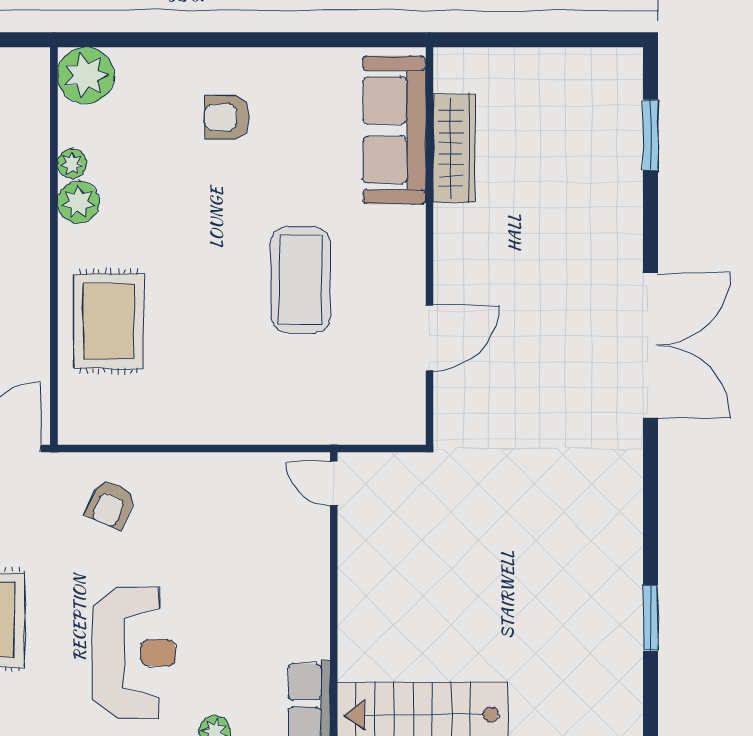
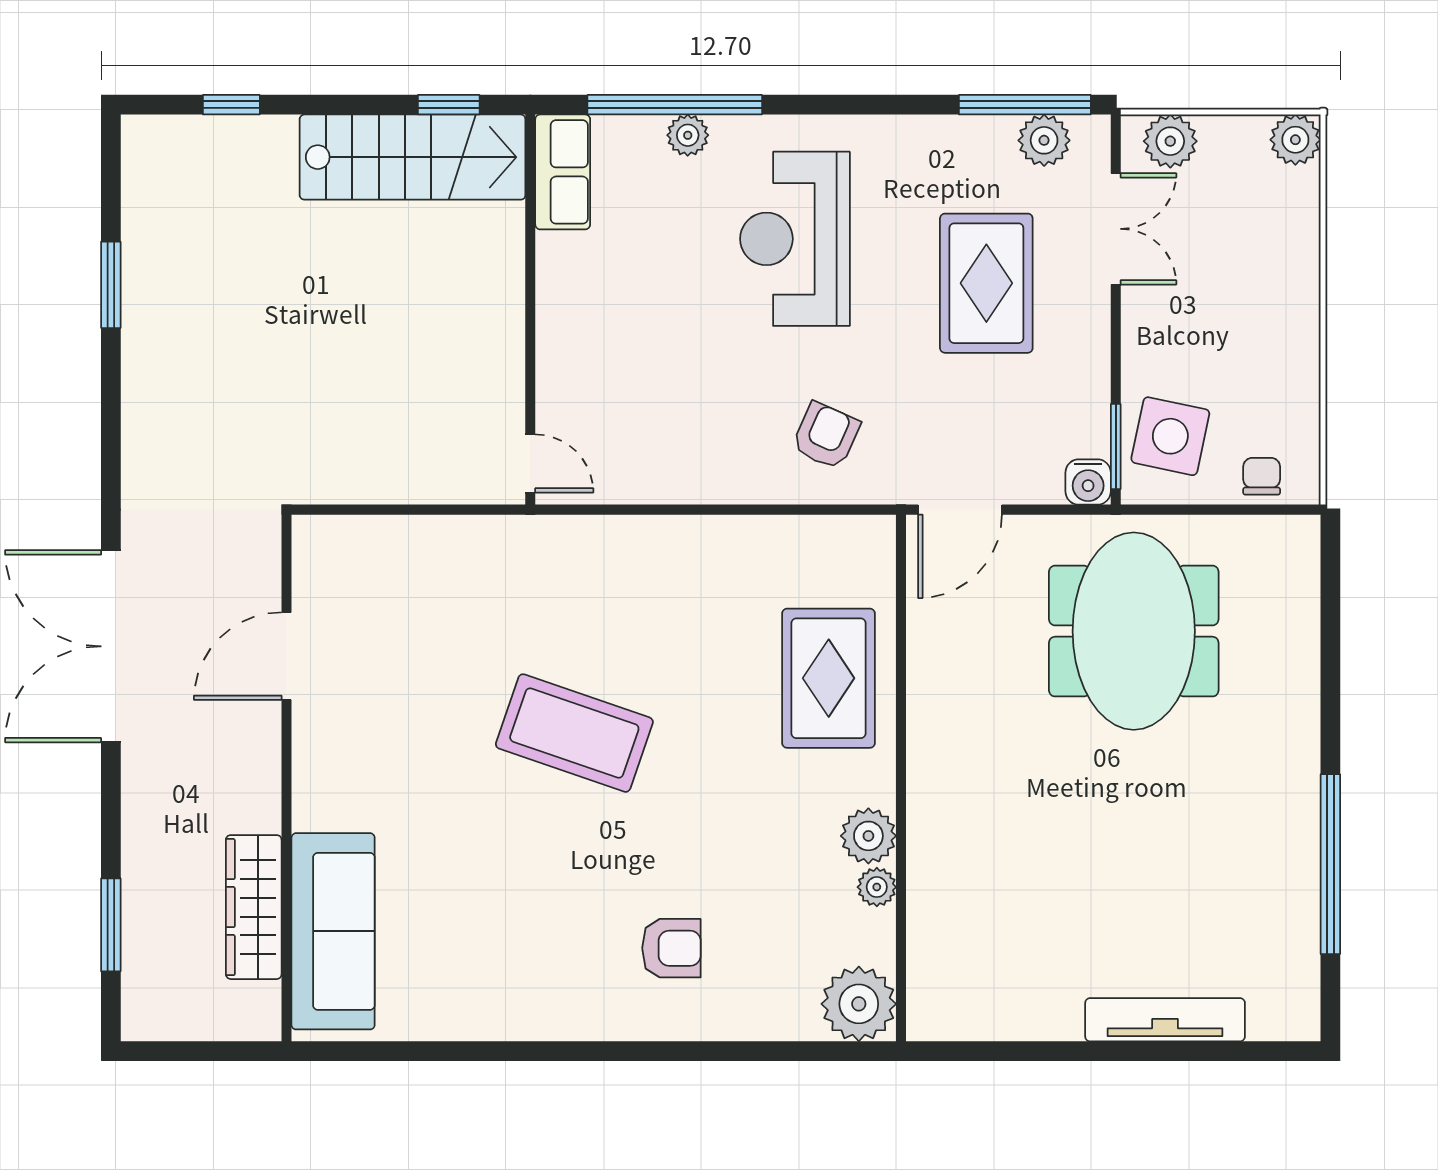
sofa: (394, 130) -> (333, 931), moved
wardrobe: (454, 148) -> (254, 907), moved
wall: (429, 246) -> (286, 778), moved
coffee table: (300, 280) -> (574, 733), turned -71
door: (429, 338) -> (286, 656), moved

